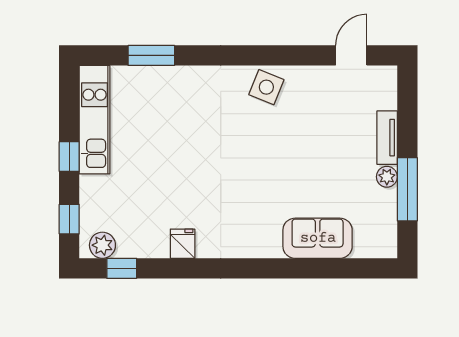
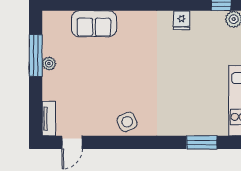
side table: (266, 87) -> (127, 122), turned 45
tv unit: (387, 138) -> (49, 119), moved

